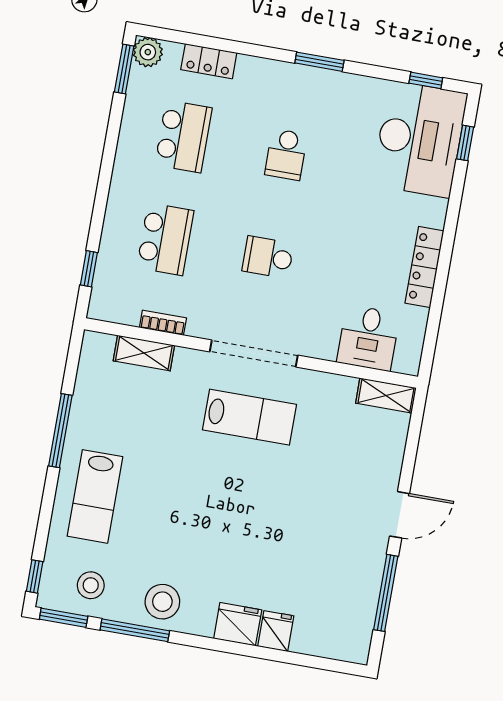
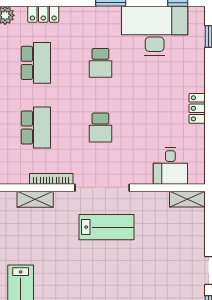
desk: (420, 139) -> (155, 31), moved, turned -90
school desk: (268, 257) -> (100, 128), turned -90
locker: (424, 267) -> (197, 108), width x0.66
bookcase: (163, 323) -> (51, 179), width x1.56

